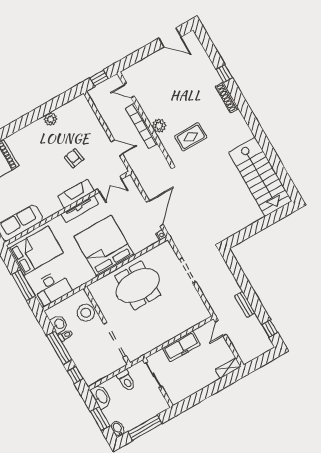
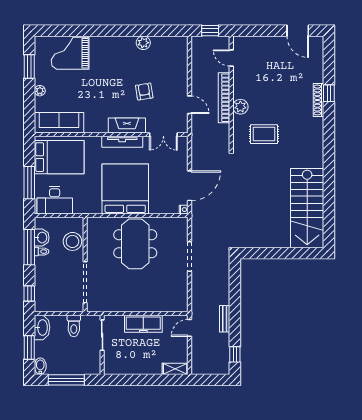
shoe rack: (227, 98) -> (319, 100), moved
meeting table: (138, 285) -> (135, 244), turned 90
window: (59, 348) -> (29, 247), moved

